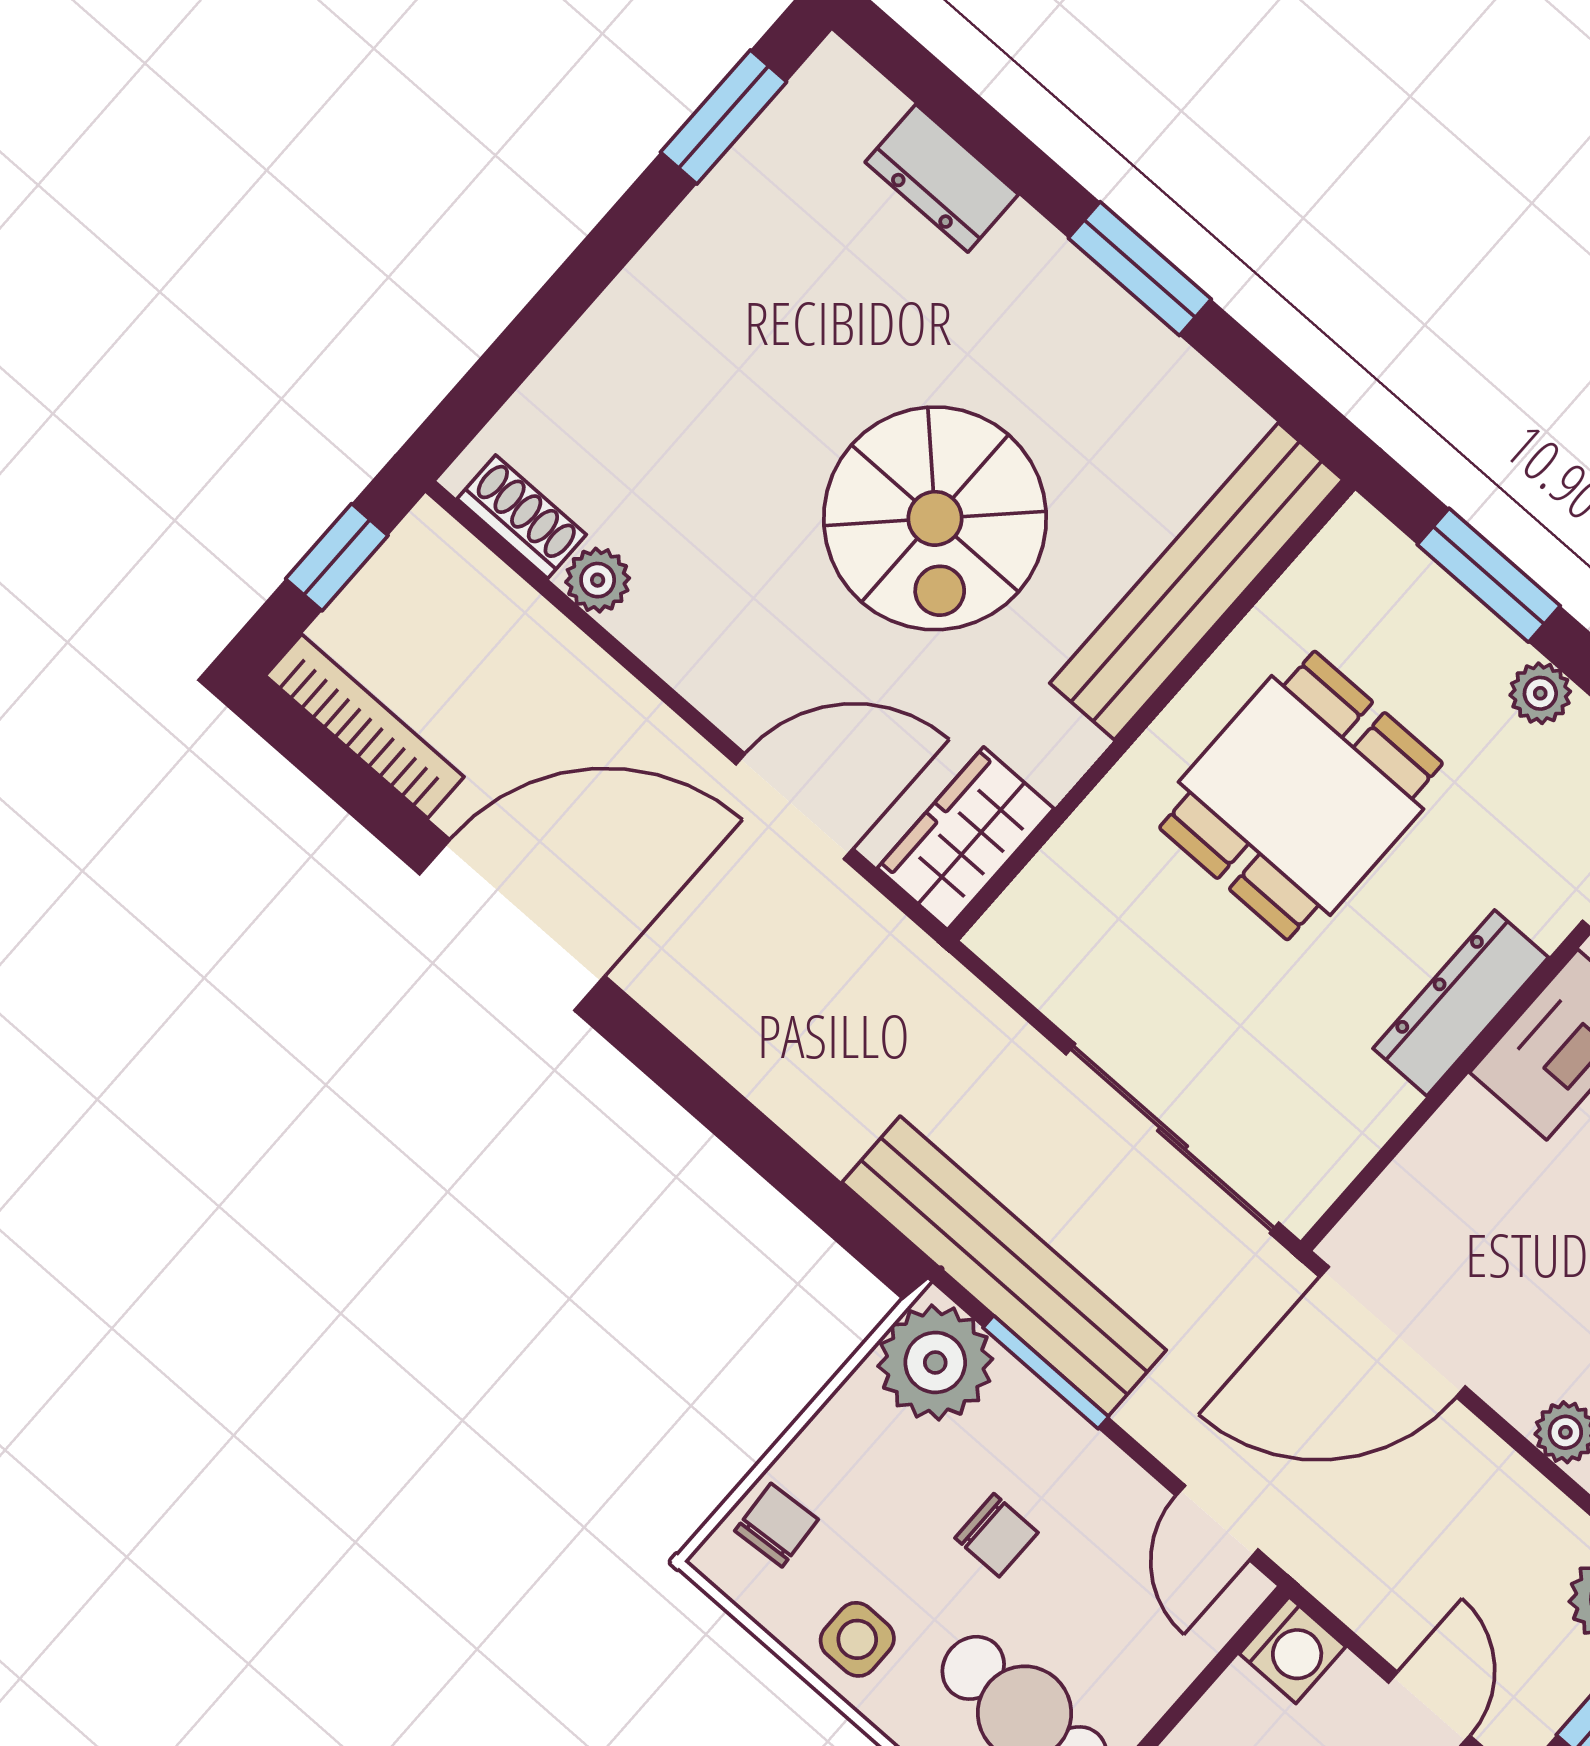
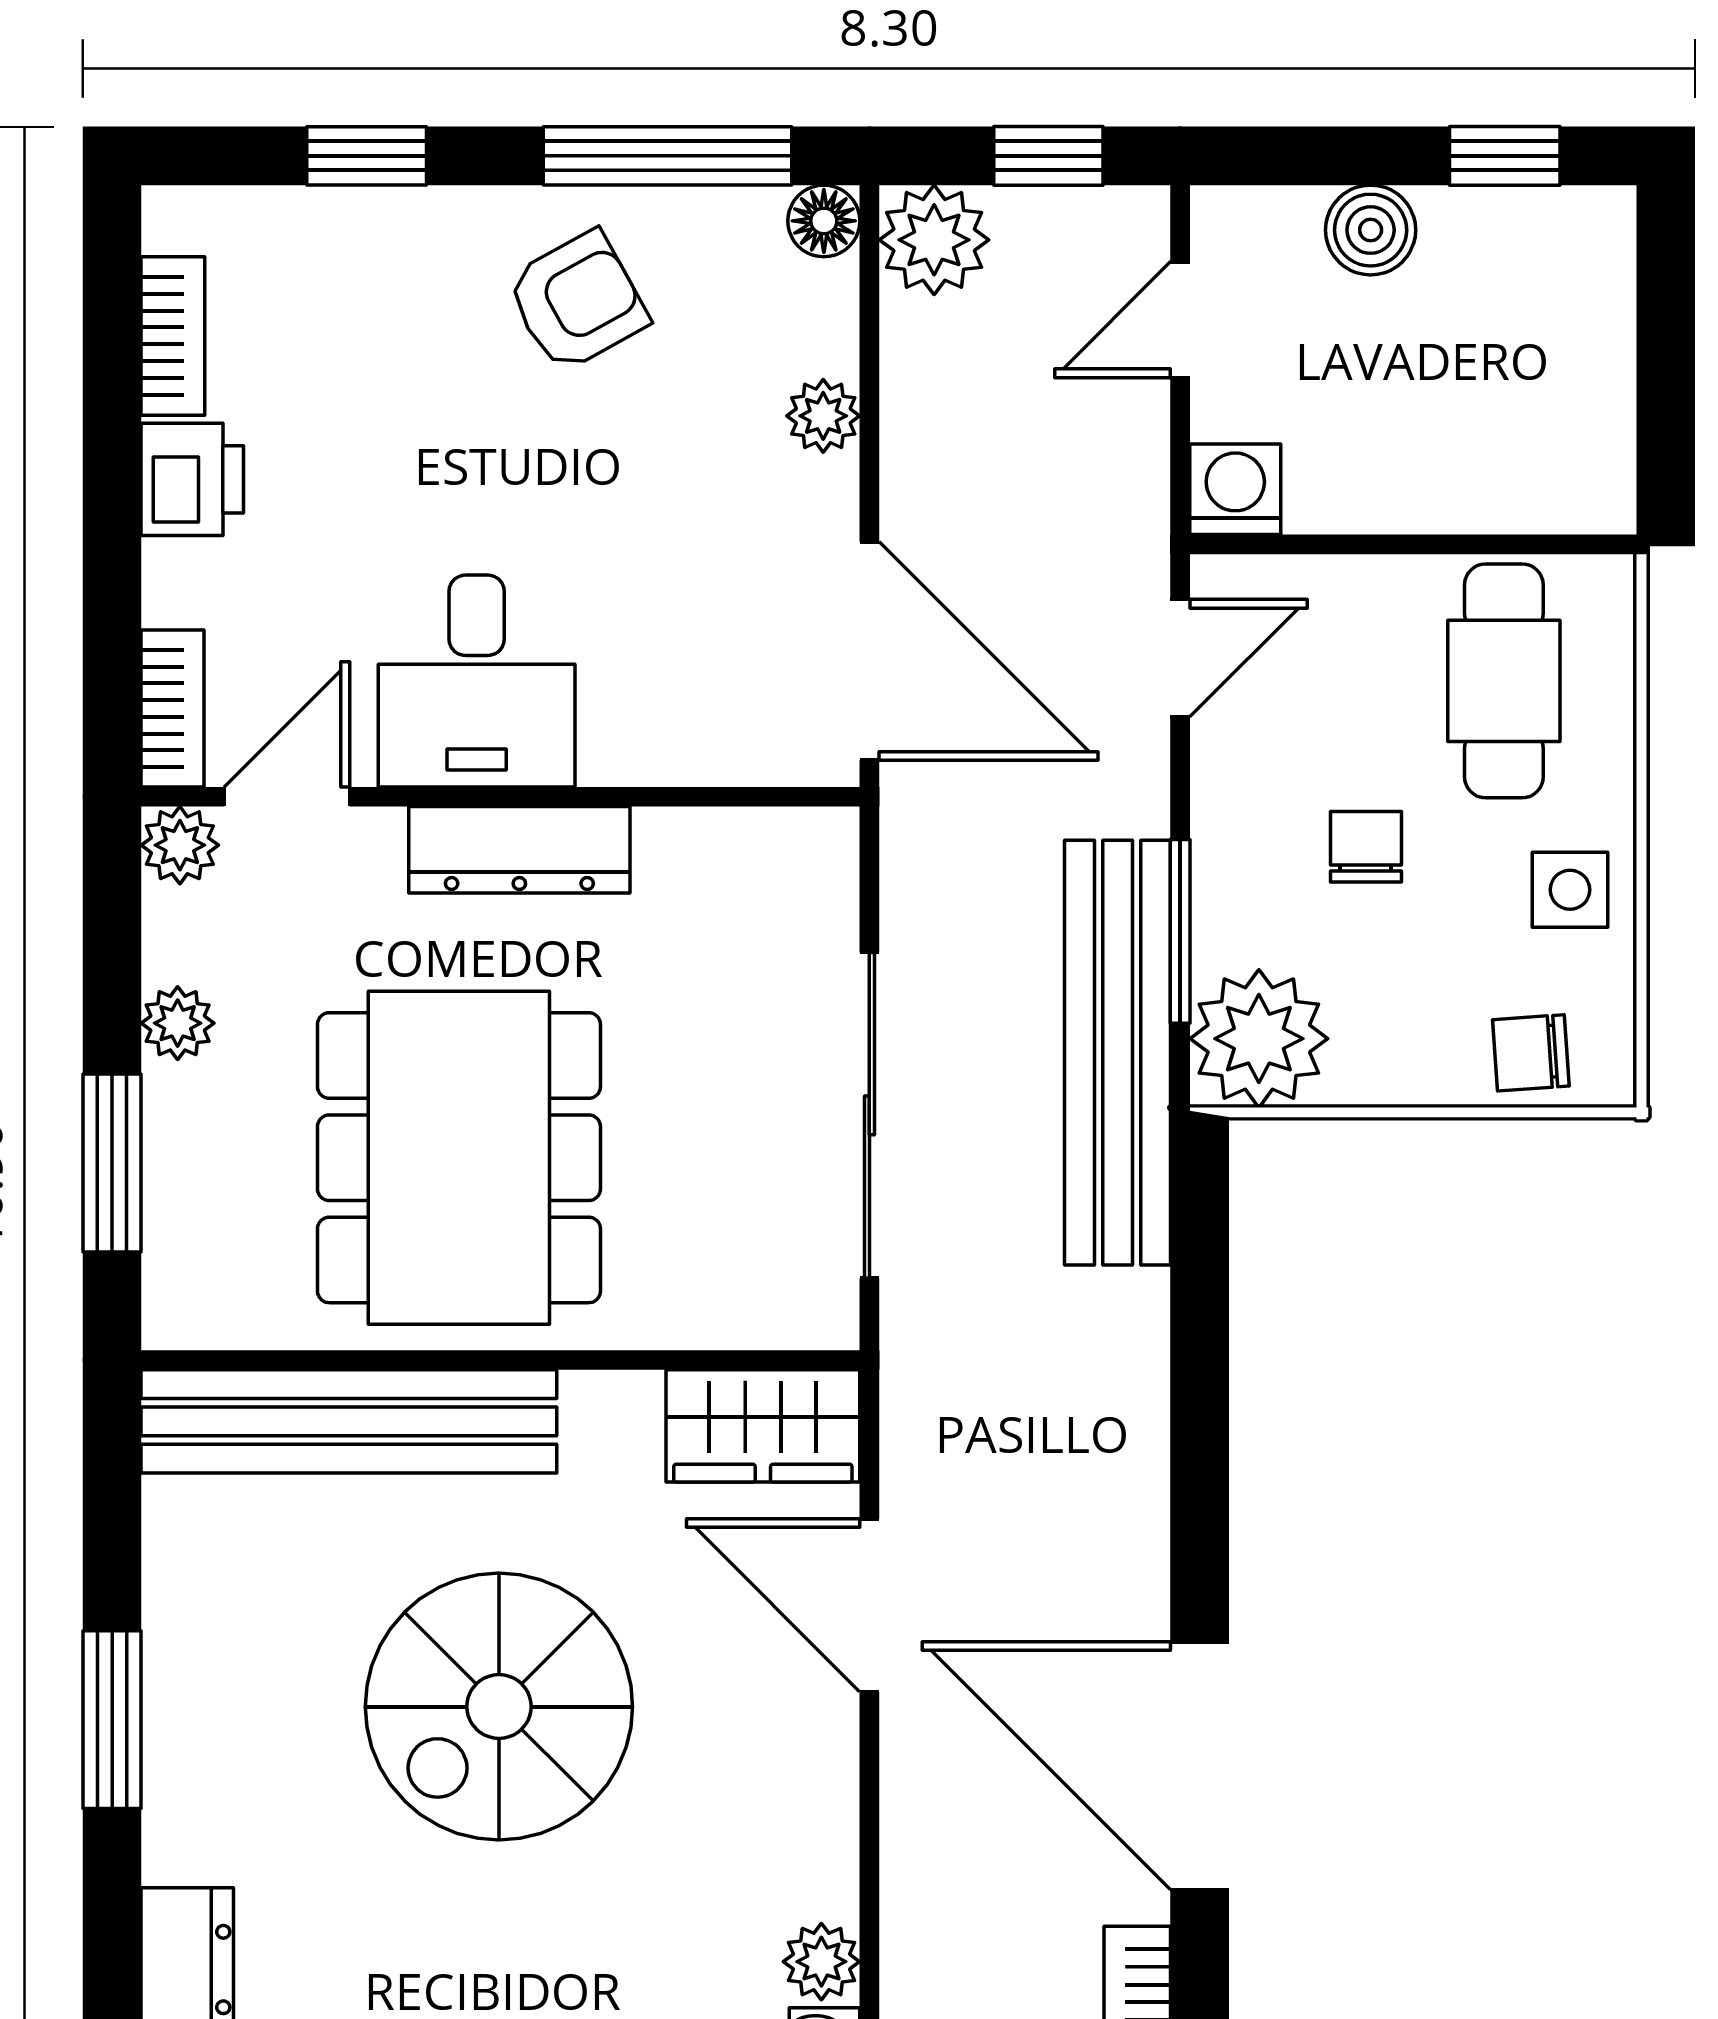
spiral stairs: (935, 518) -> (499, 1707), turned 180
dining table: (1301, 796) -> (459, 1158), width x1.38
sliding door: (1172, 1138) -> (869, 1115), moved

